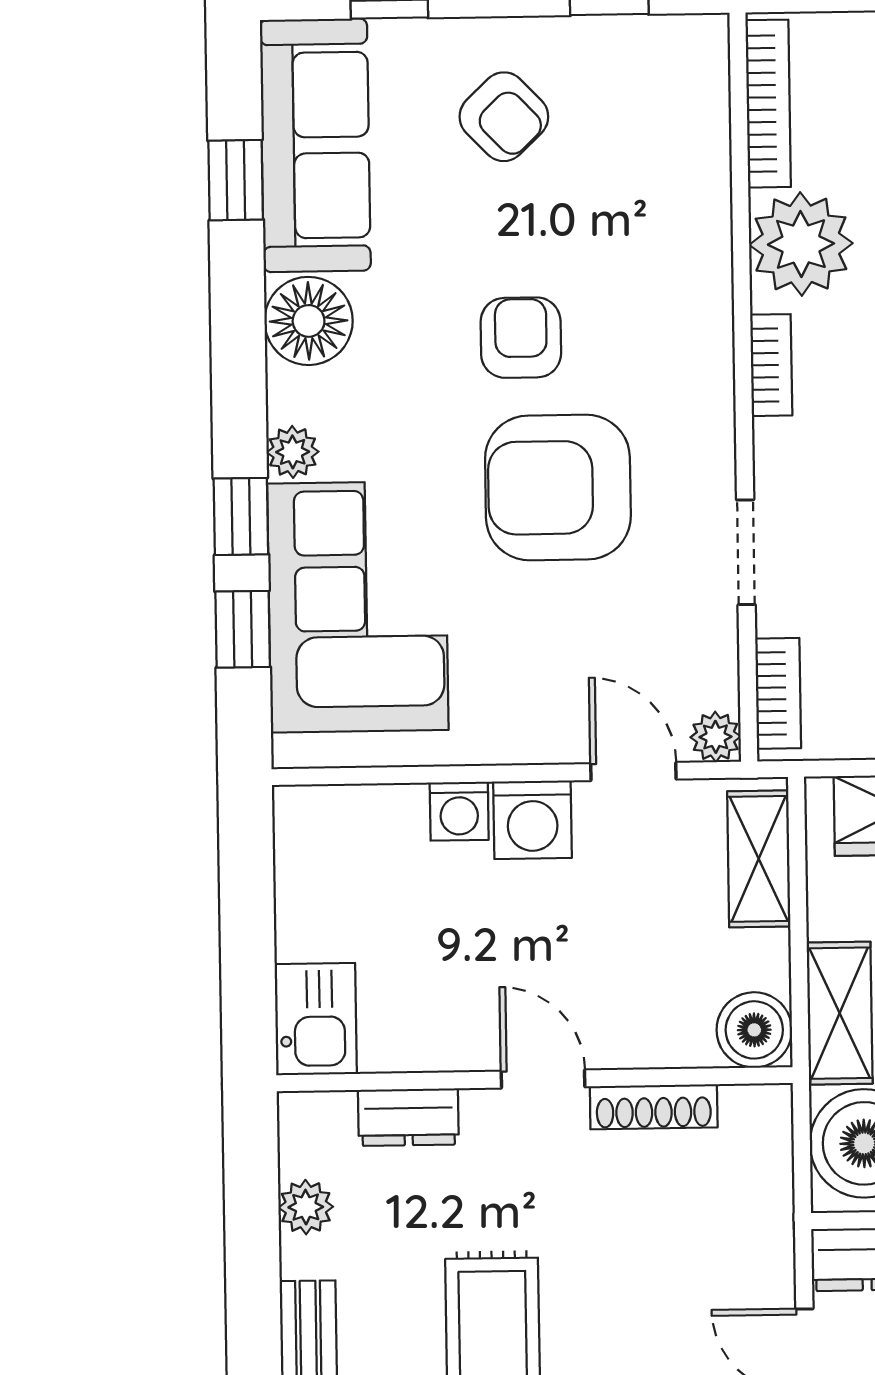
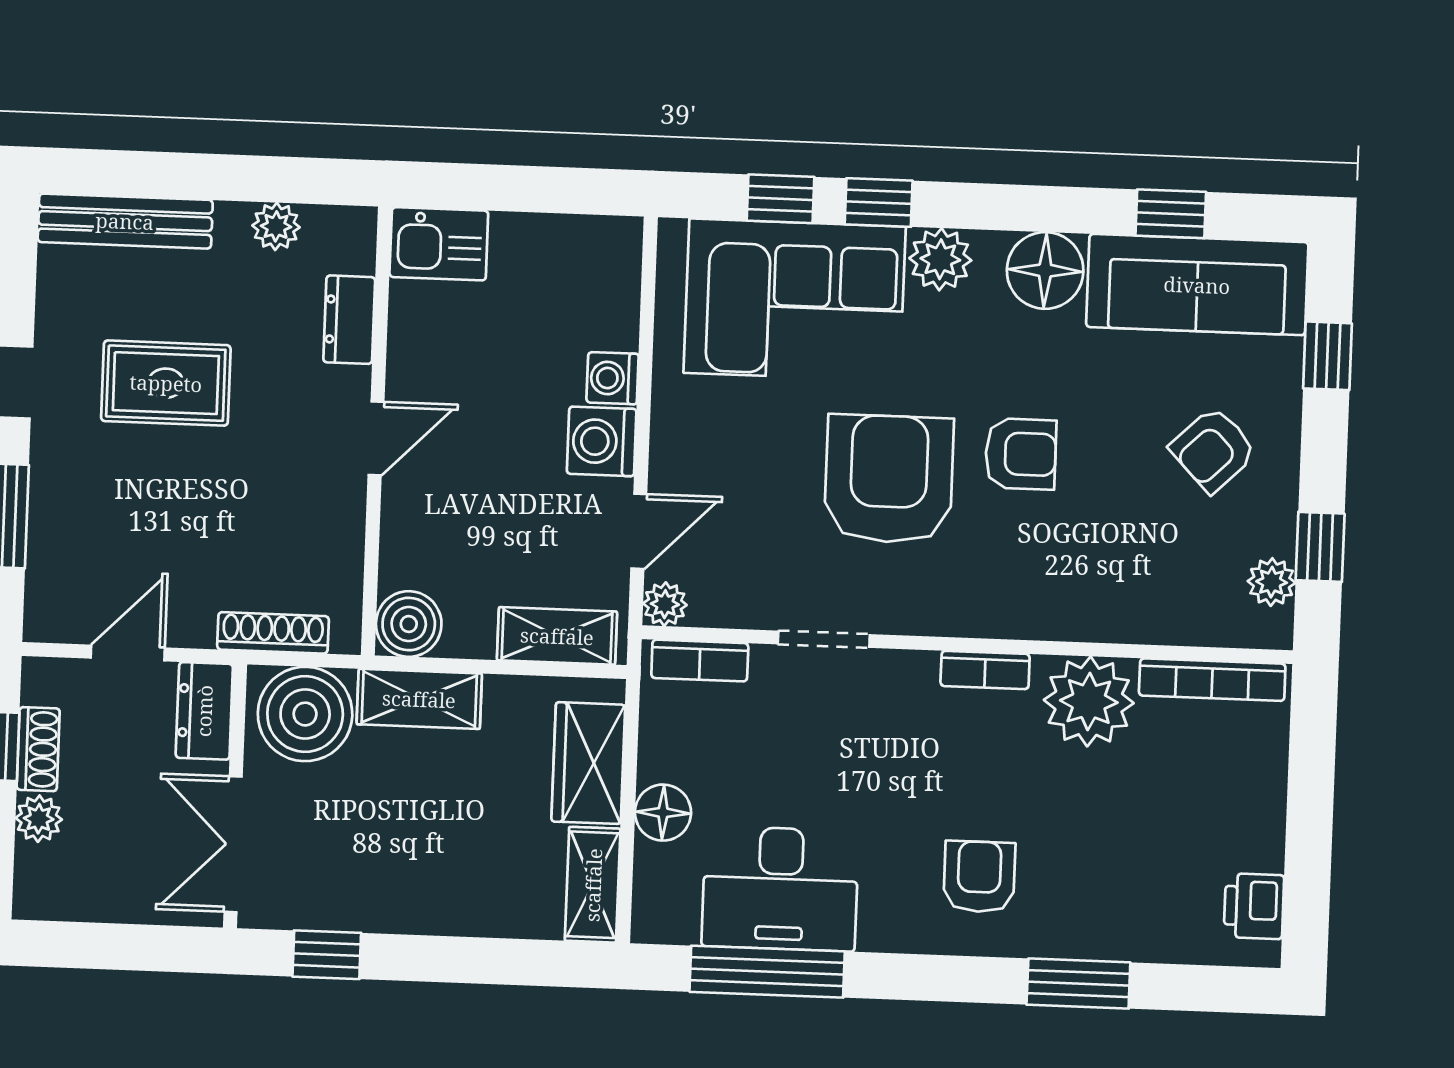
plant: (652, 41) -> (1272, 582), added
plant: (293, 452) -> (940, 259), width x1.38, depth x1.38
shoe rack: (654, 1107) -> (273, 633), moved, turned 90

